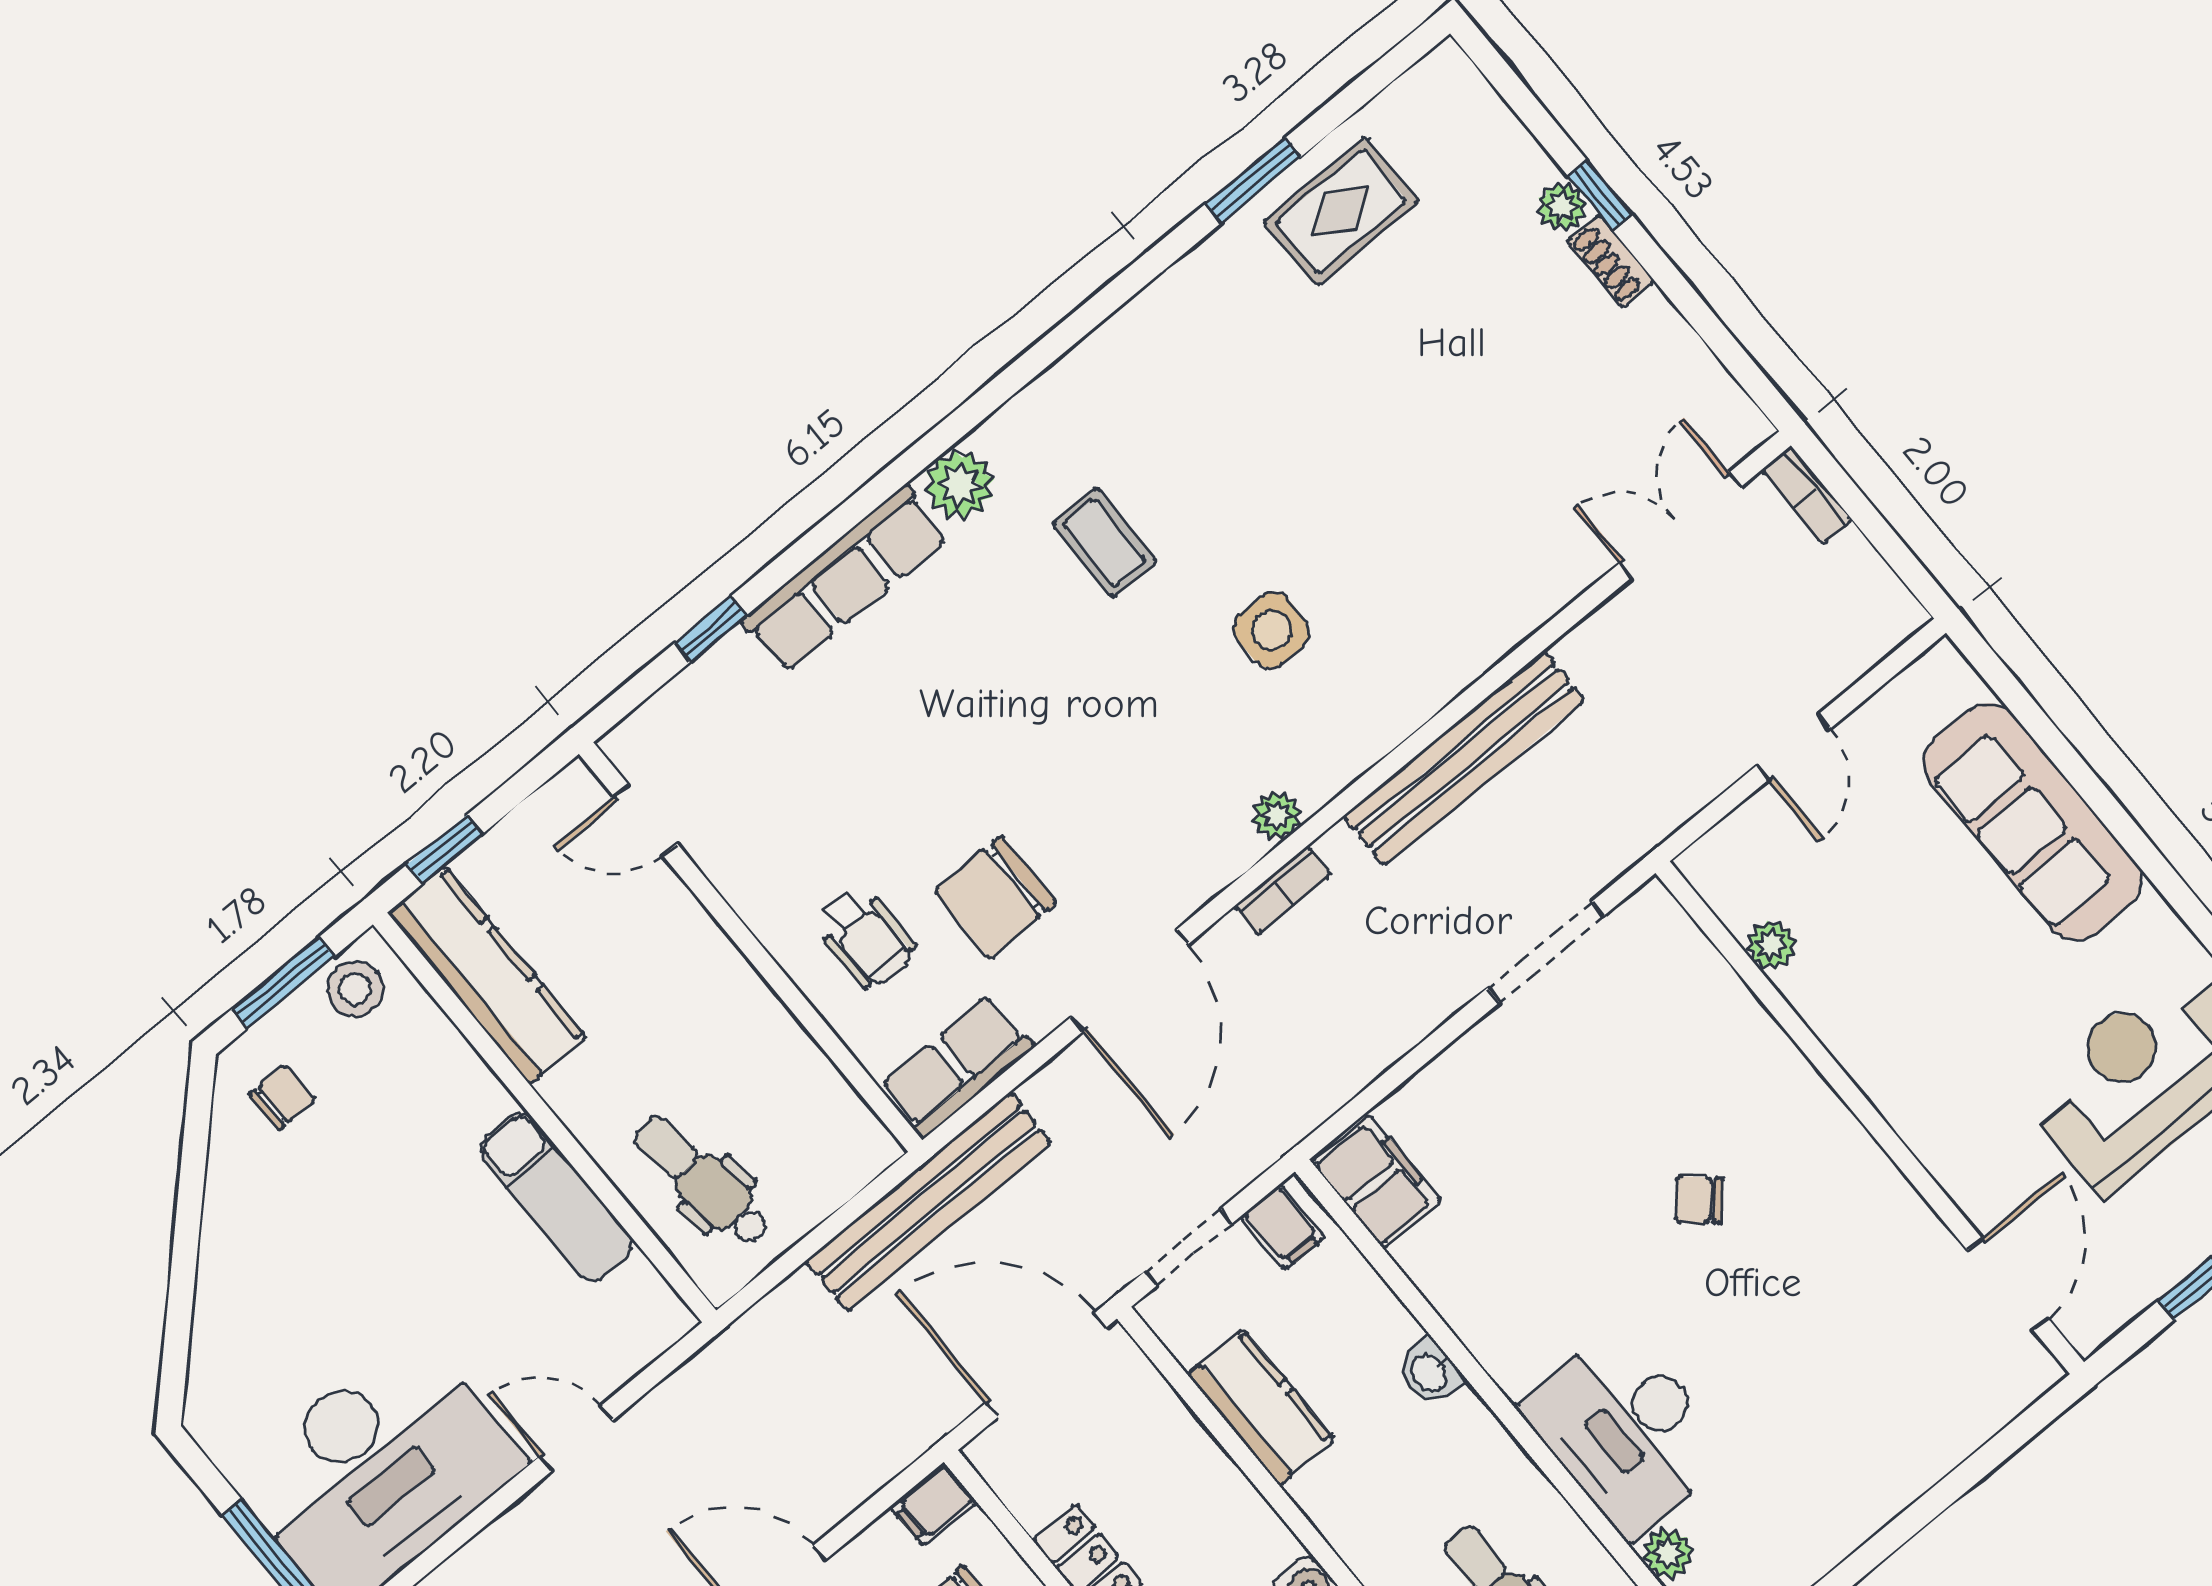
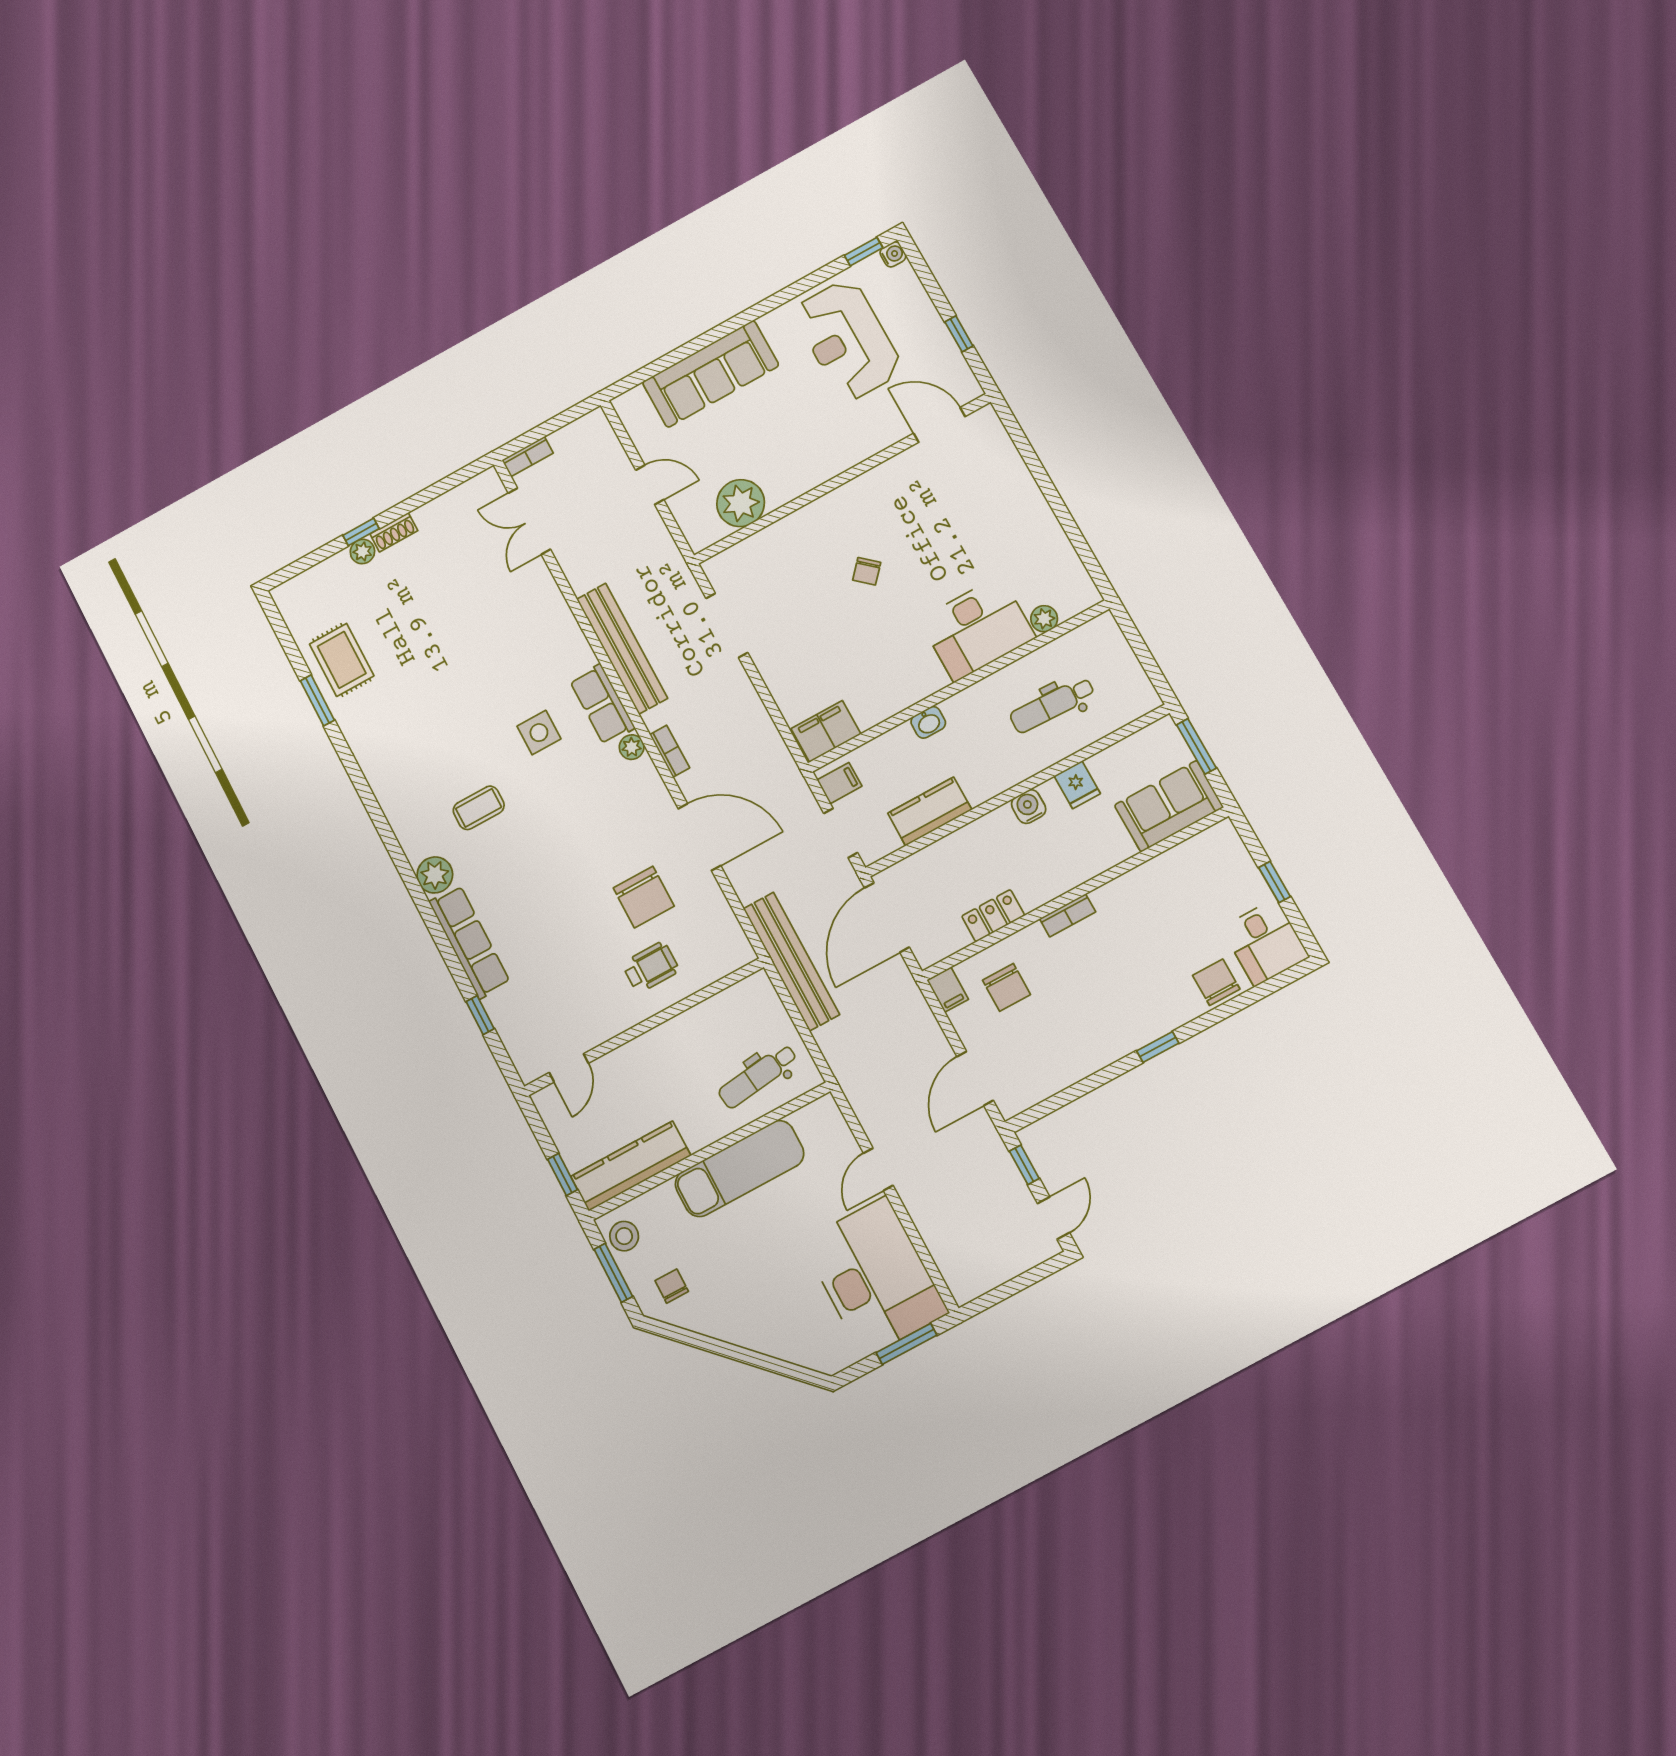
plant: (1771, 945) -> (741, 503), width x1.87, depth x1.87
row of seats: (957, 1066) -> (602, 704), moved
exam couch: (557, 1197) -> (739, 1169), width x1.36, depth x1.45

